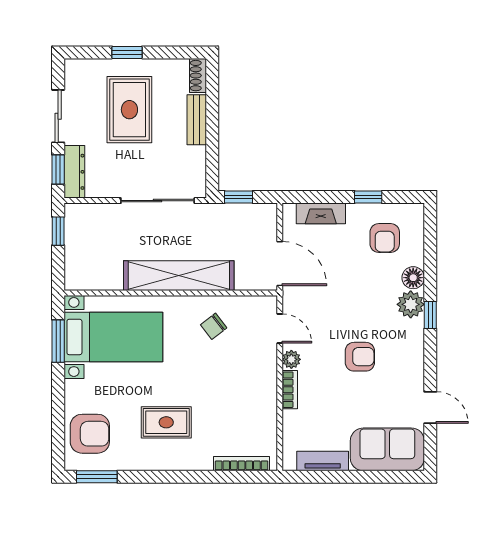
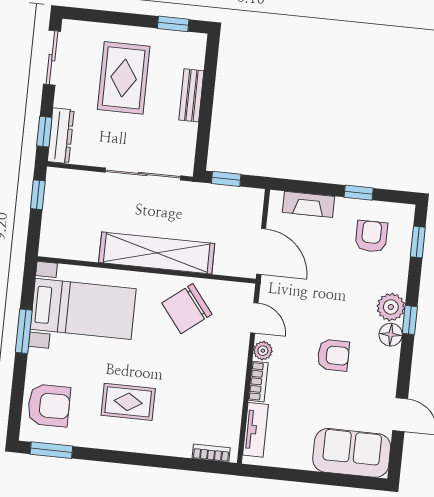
window: (127, 52) -> (173, 24), moved
shoe rack: (198, 76) -> (197, 50), removed
sliding door: (58, 116) -> (52, 58), moved
armchair: (385, 238) -> (371, 236), turned 180
window: (430, 239) -> (418, 242), added
floor lamp: (413, 278) -> (391, 335), moved
chair: (214, 326) -> (187, 309), width x1.87, depth x1.87
window: (58, 341) -> (24, 331), moved
tv unit: (323, 461) -> (255, 430), moved, turned 90
bookcase: (242, 464) -> (211, 453), width x0.64

